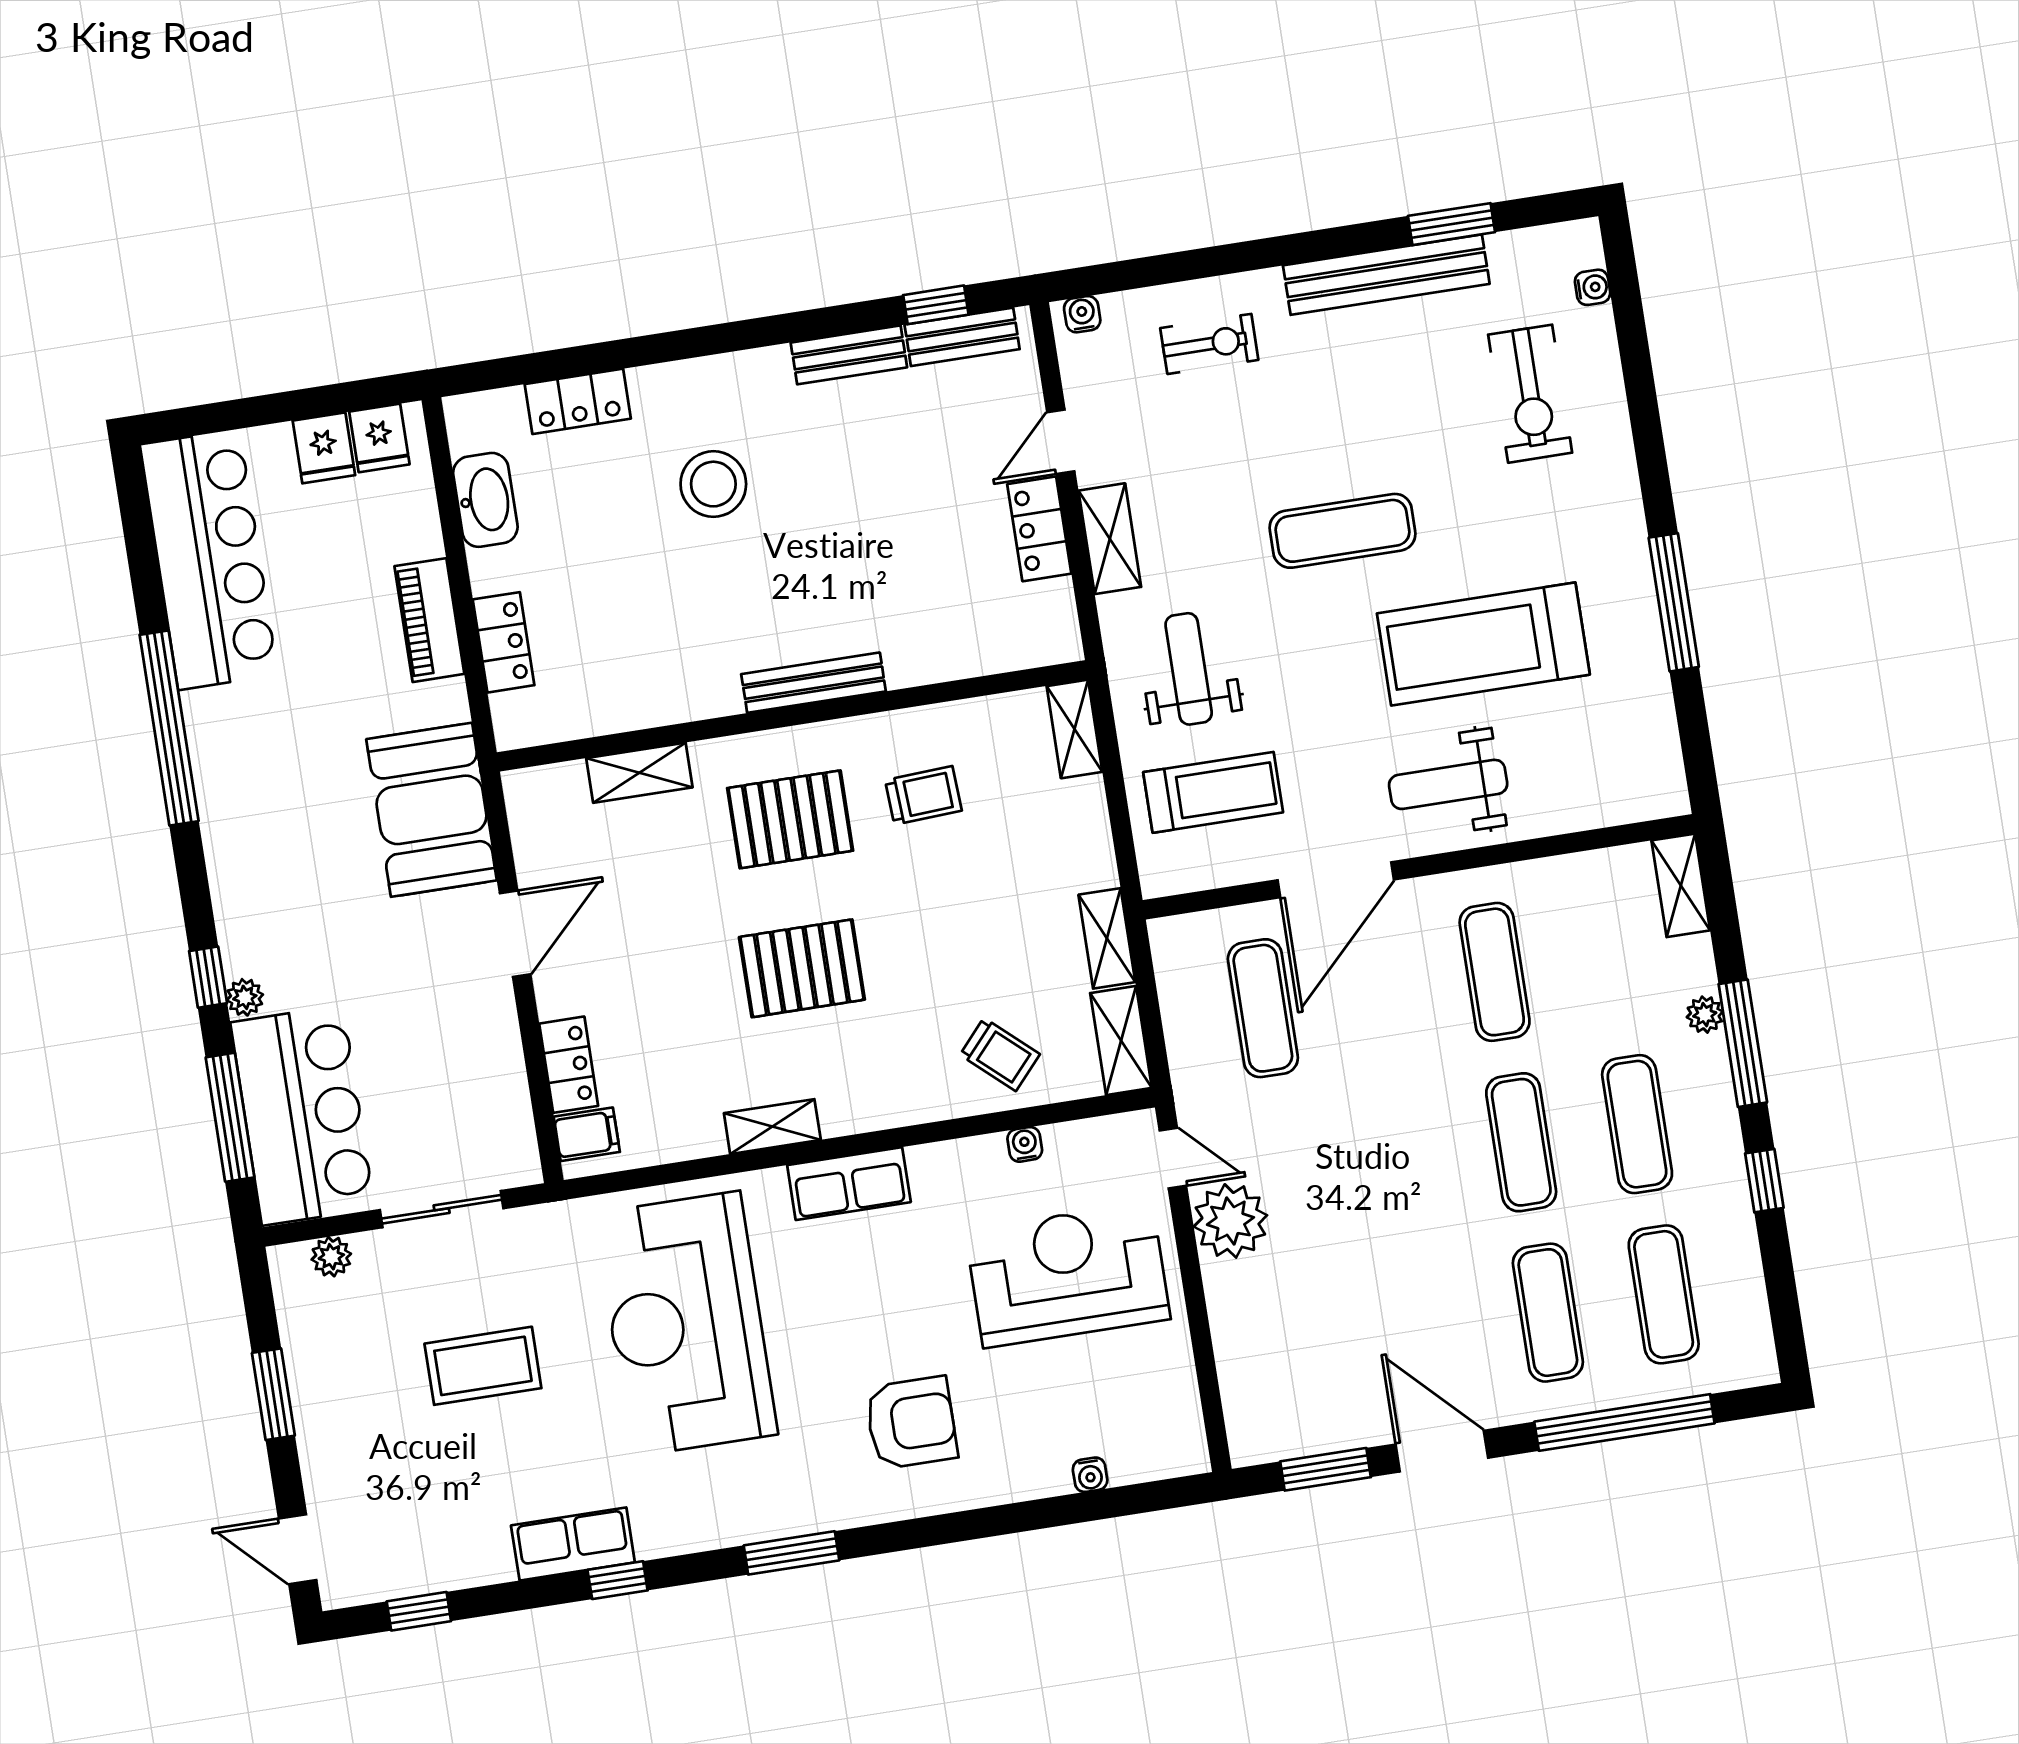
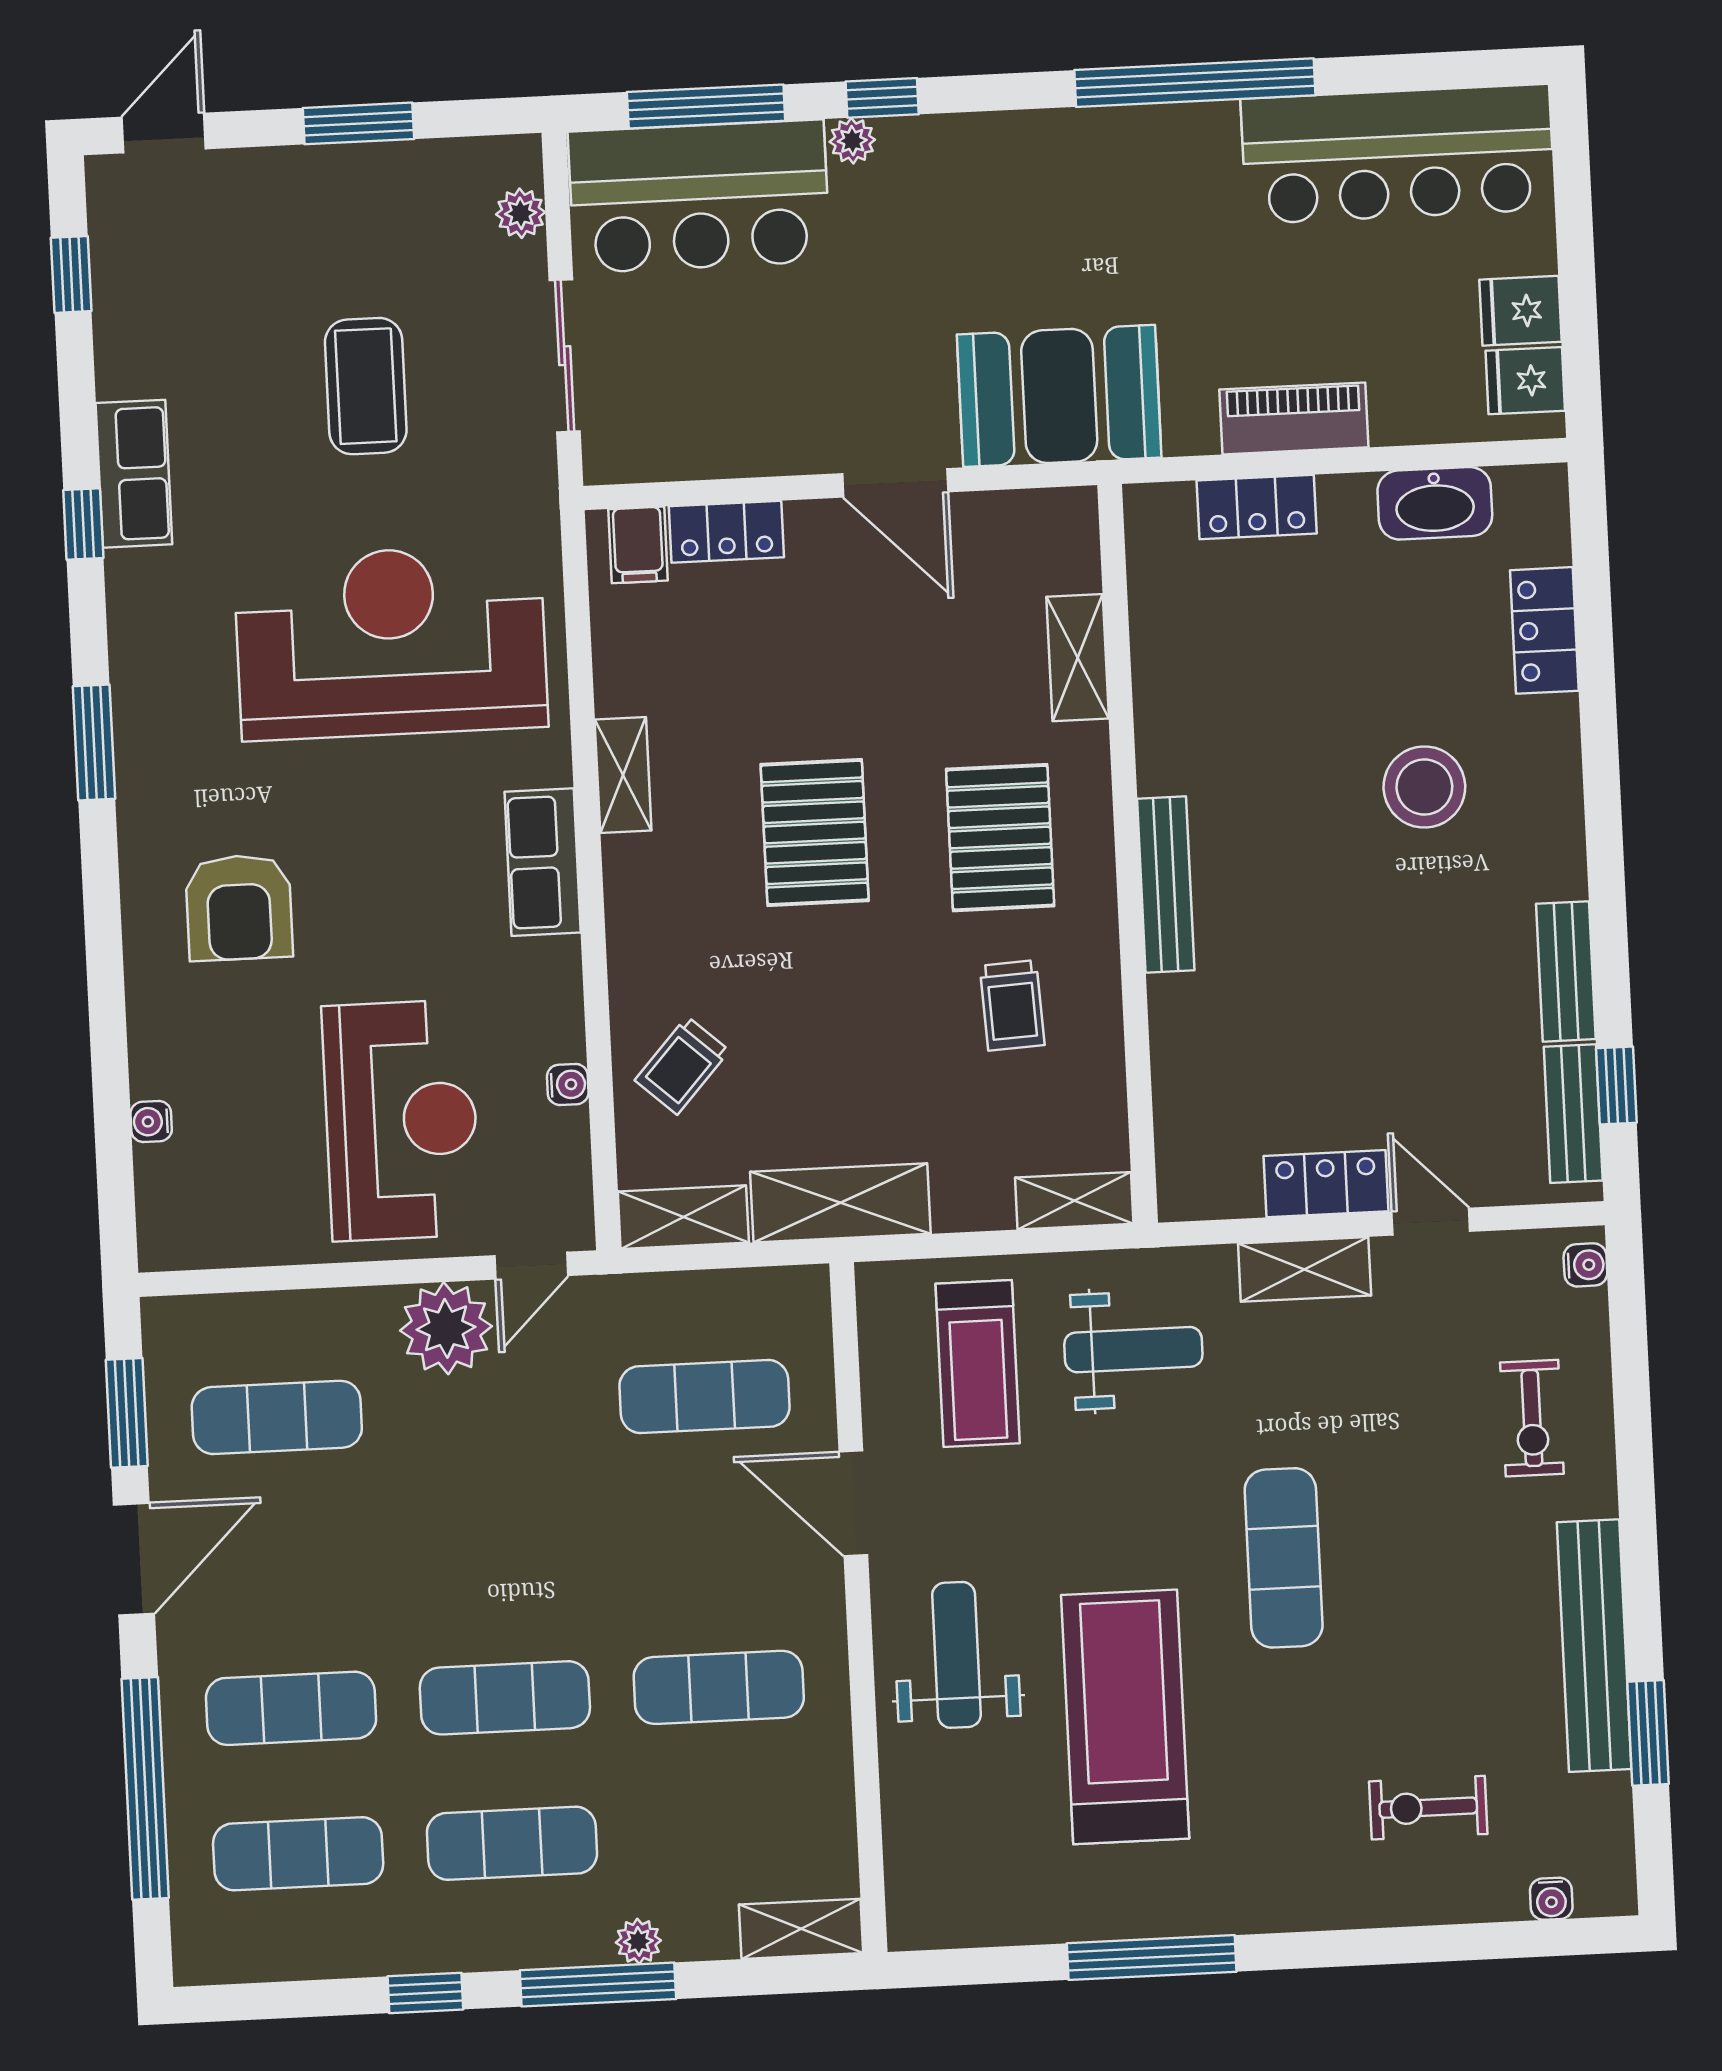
exercise bike: (1530, 394) -> (1428, 1808), width x0.73, depth x0.72
door: (1336, 880) -> (853, 1503), width x0.73
shelving: (1107, 938) -> (840, 1203), width x1.50, depth x1.33
exercise mat: (1316, 1349) -> (277, 1417), added

